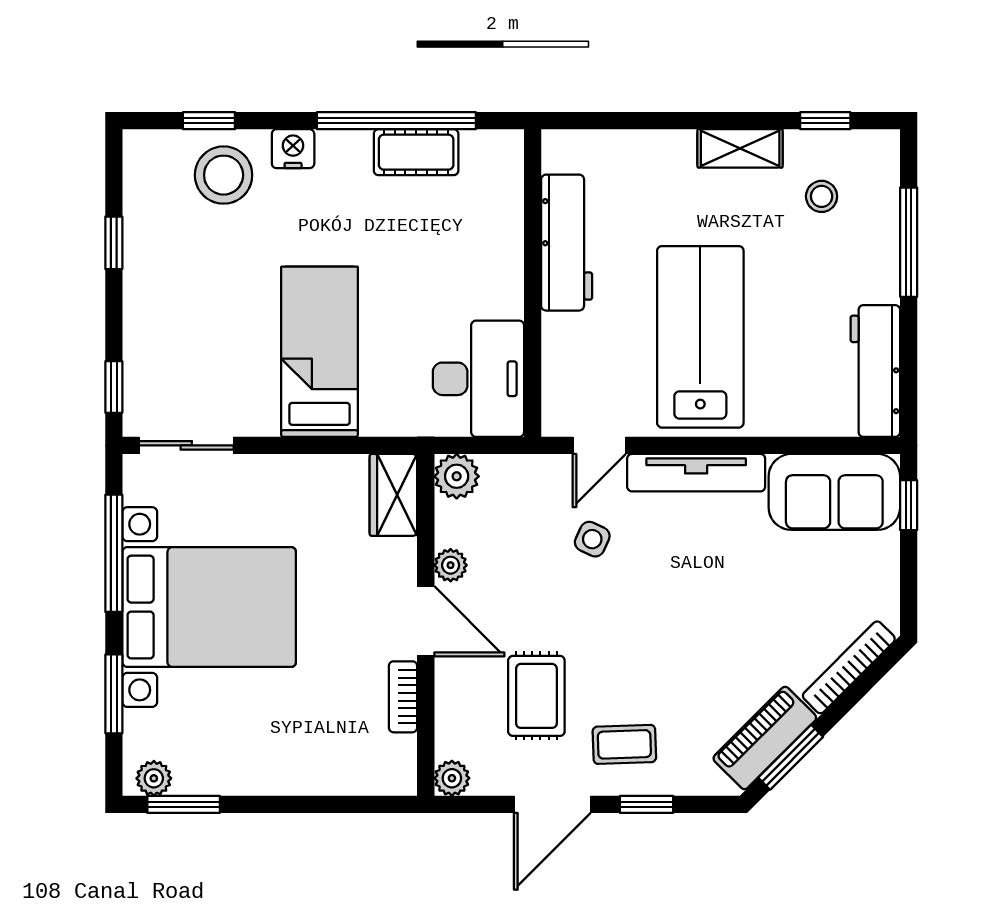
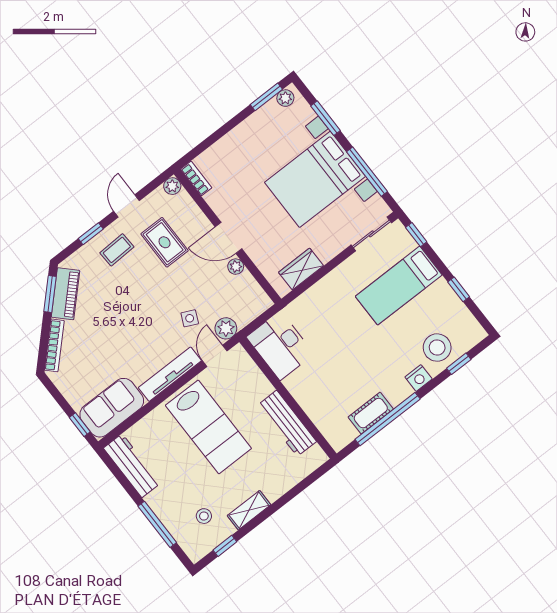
bed: (319, 352) -> (399, 286), moved, turned 90
plant: (457, 476) -> (226, 328), moved
wardrobe: (393, 495) -> (301, 269), moved, turned -90
bookcase: (403, 697) -> (196, 178), moved
door: (552, 804) -> (126, 206), width x0.73

